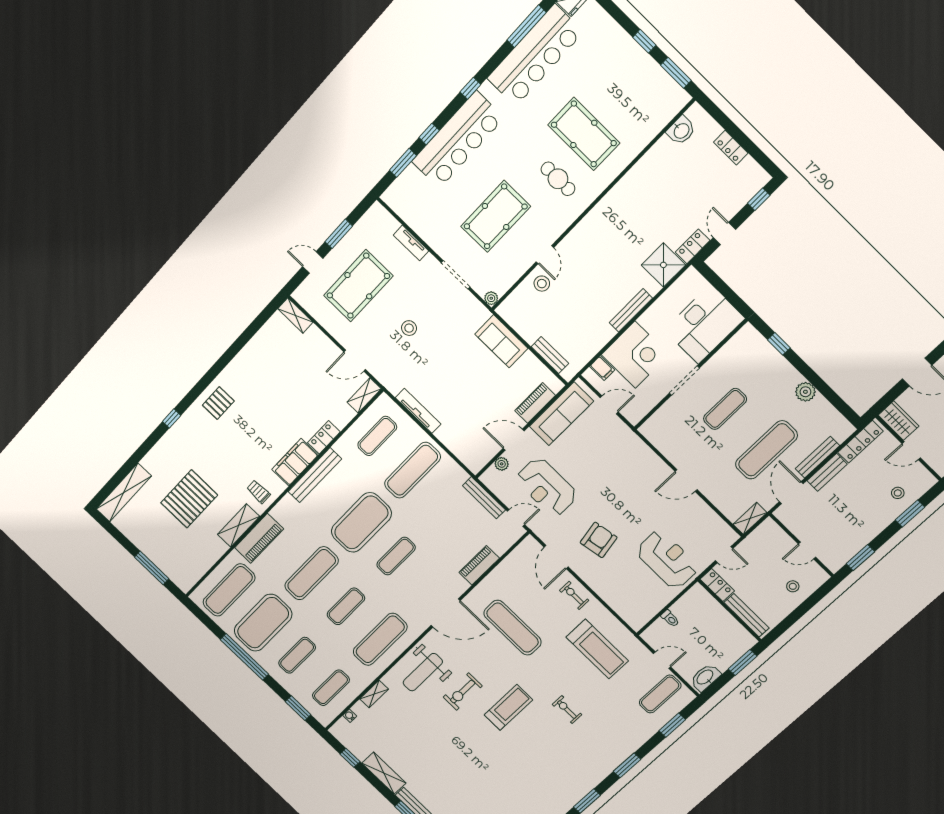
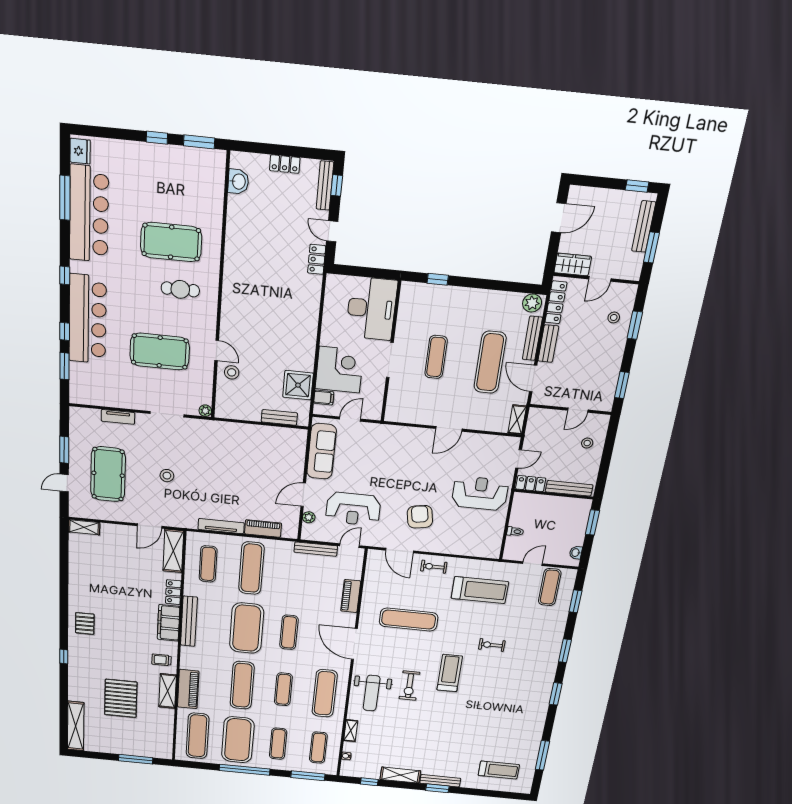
pool table: (496, 216) -> (160, 352), turned 90
shower: (663, 265) -> (298, 385), moved
bench: (631, 310) -> (325, 186), moved
sofa: (501, 341) -> (238, 435), removed
plant: (805, 392) -> (532, 303), moved
shelving: (364, 395) -> (173, 551), width x1.50, depth x1.33
piano: (535, 403) -> (263, 529), moved, turned 90
door: (446, 613) -> (354, 644), swing flipped
washbasin: (705, 677) -> (576, 553), width x0.52, depth x0.69
window: (298, 708) -> (308, 776), width x1.44

